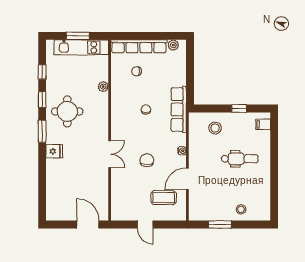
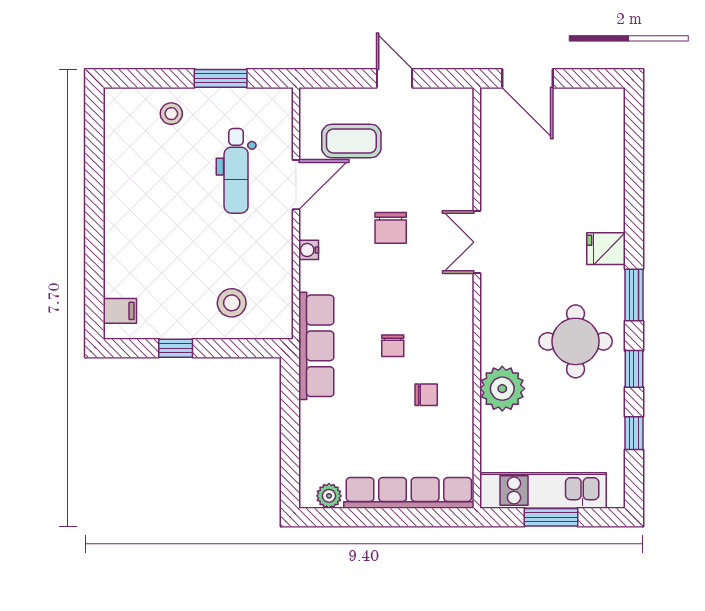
chair: (137, 71) -> (426, 395), moved
plant: (103, 87) -> (502, 389), width x1.88, depth x1.88
dental chair: (240, 159) -> (236, 171), moved, turned -90

